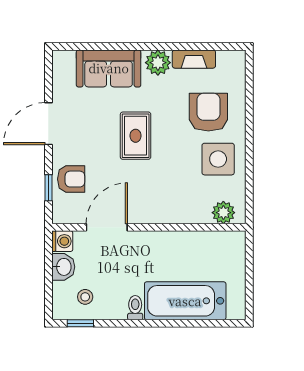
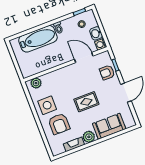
rug: (136, 136) -> (86, 102), turned 90
door: (107, 227) -> (84, 58), swing flipped

